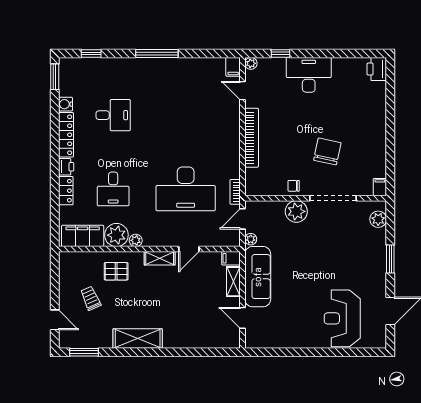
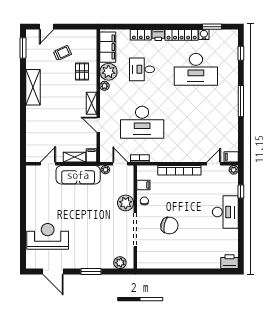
window: (55, 77) -> (212, 27), moved
desk: (113, 115) -> (196, 69), width x1.87, depth x1.30
filing cabinet: (380, 187) -> (143, 185), moved
desk: (186, 189) -> (142, 122), turned -90

